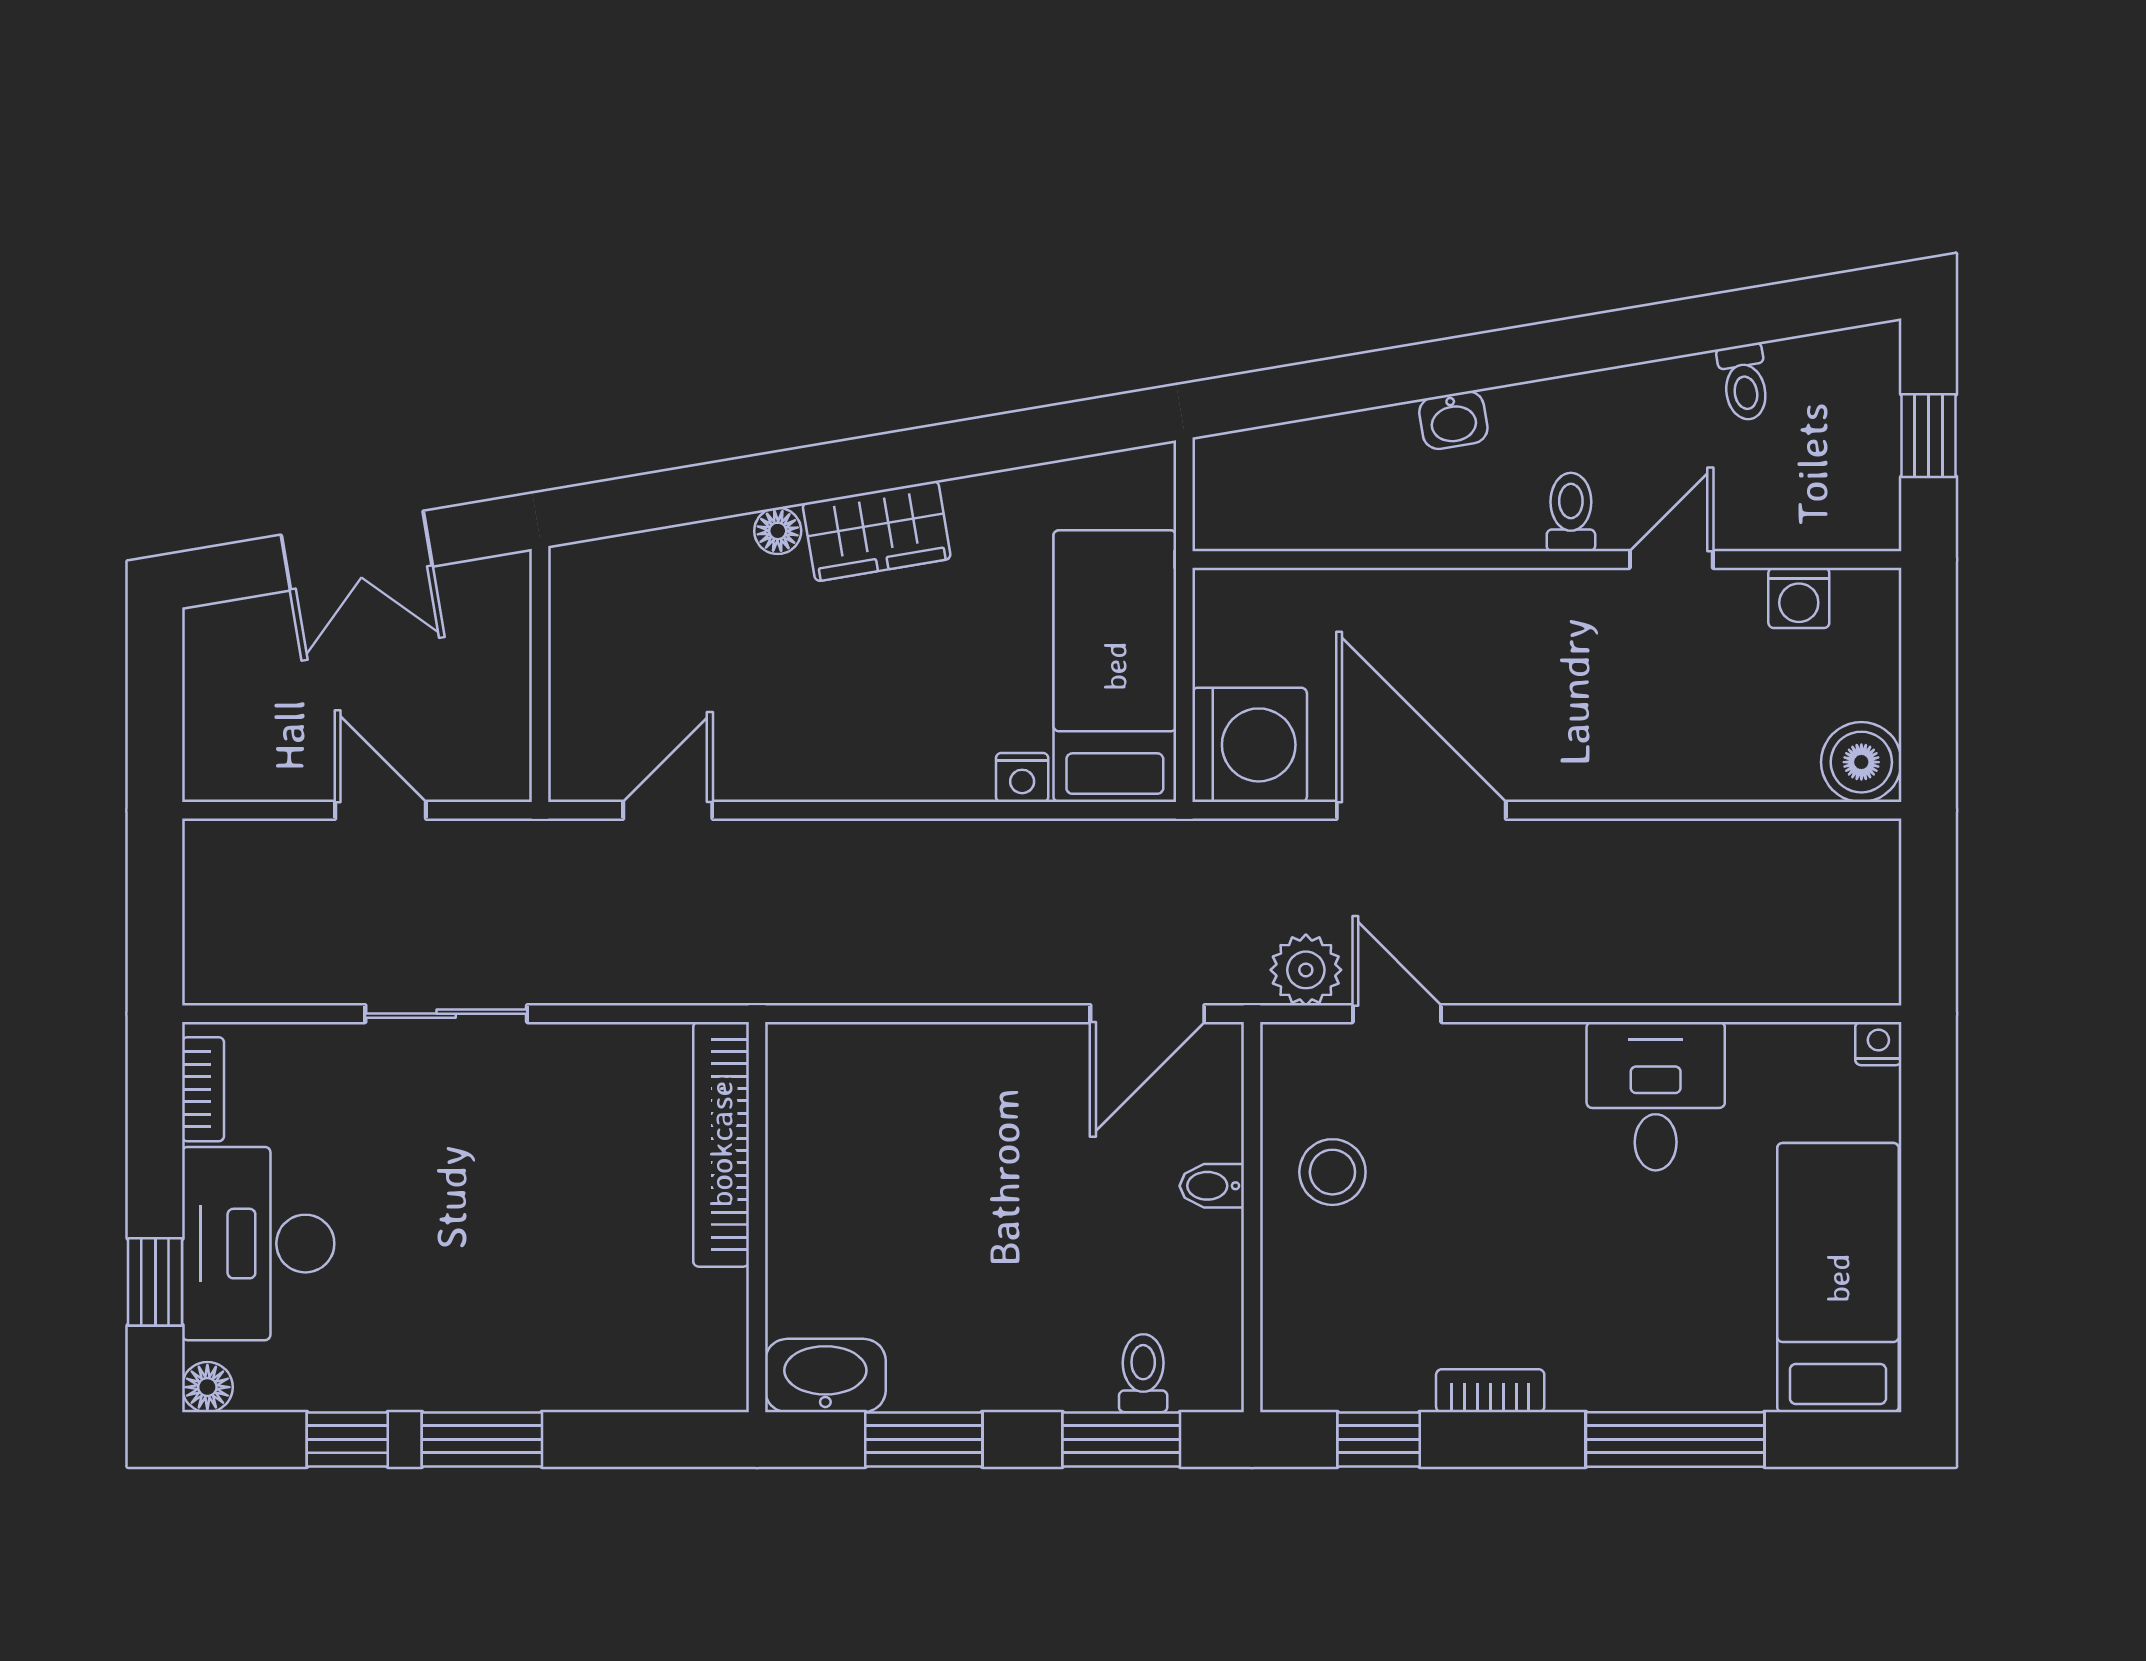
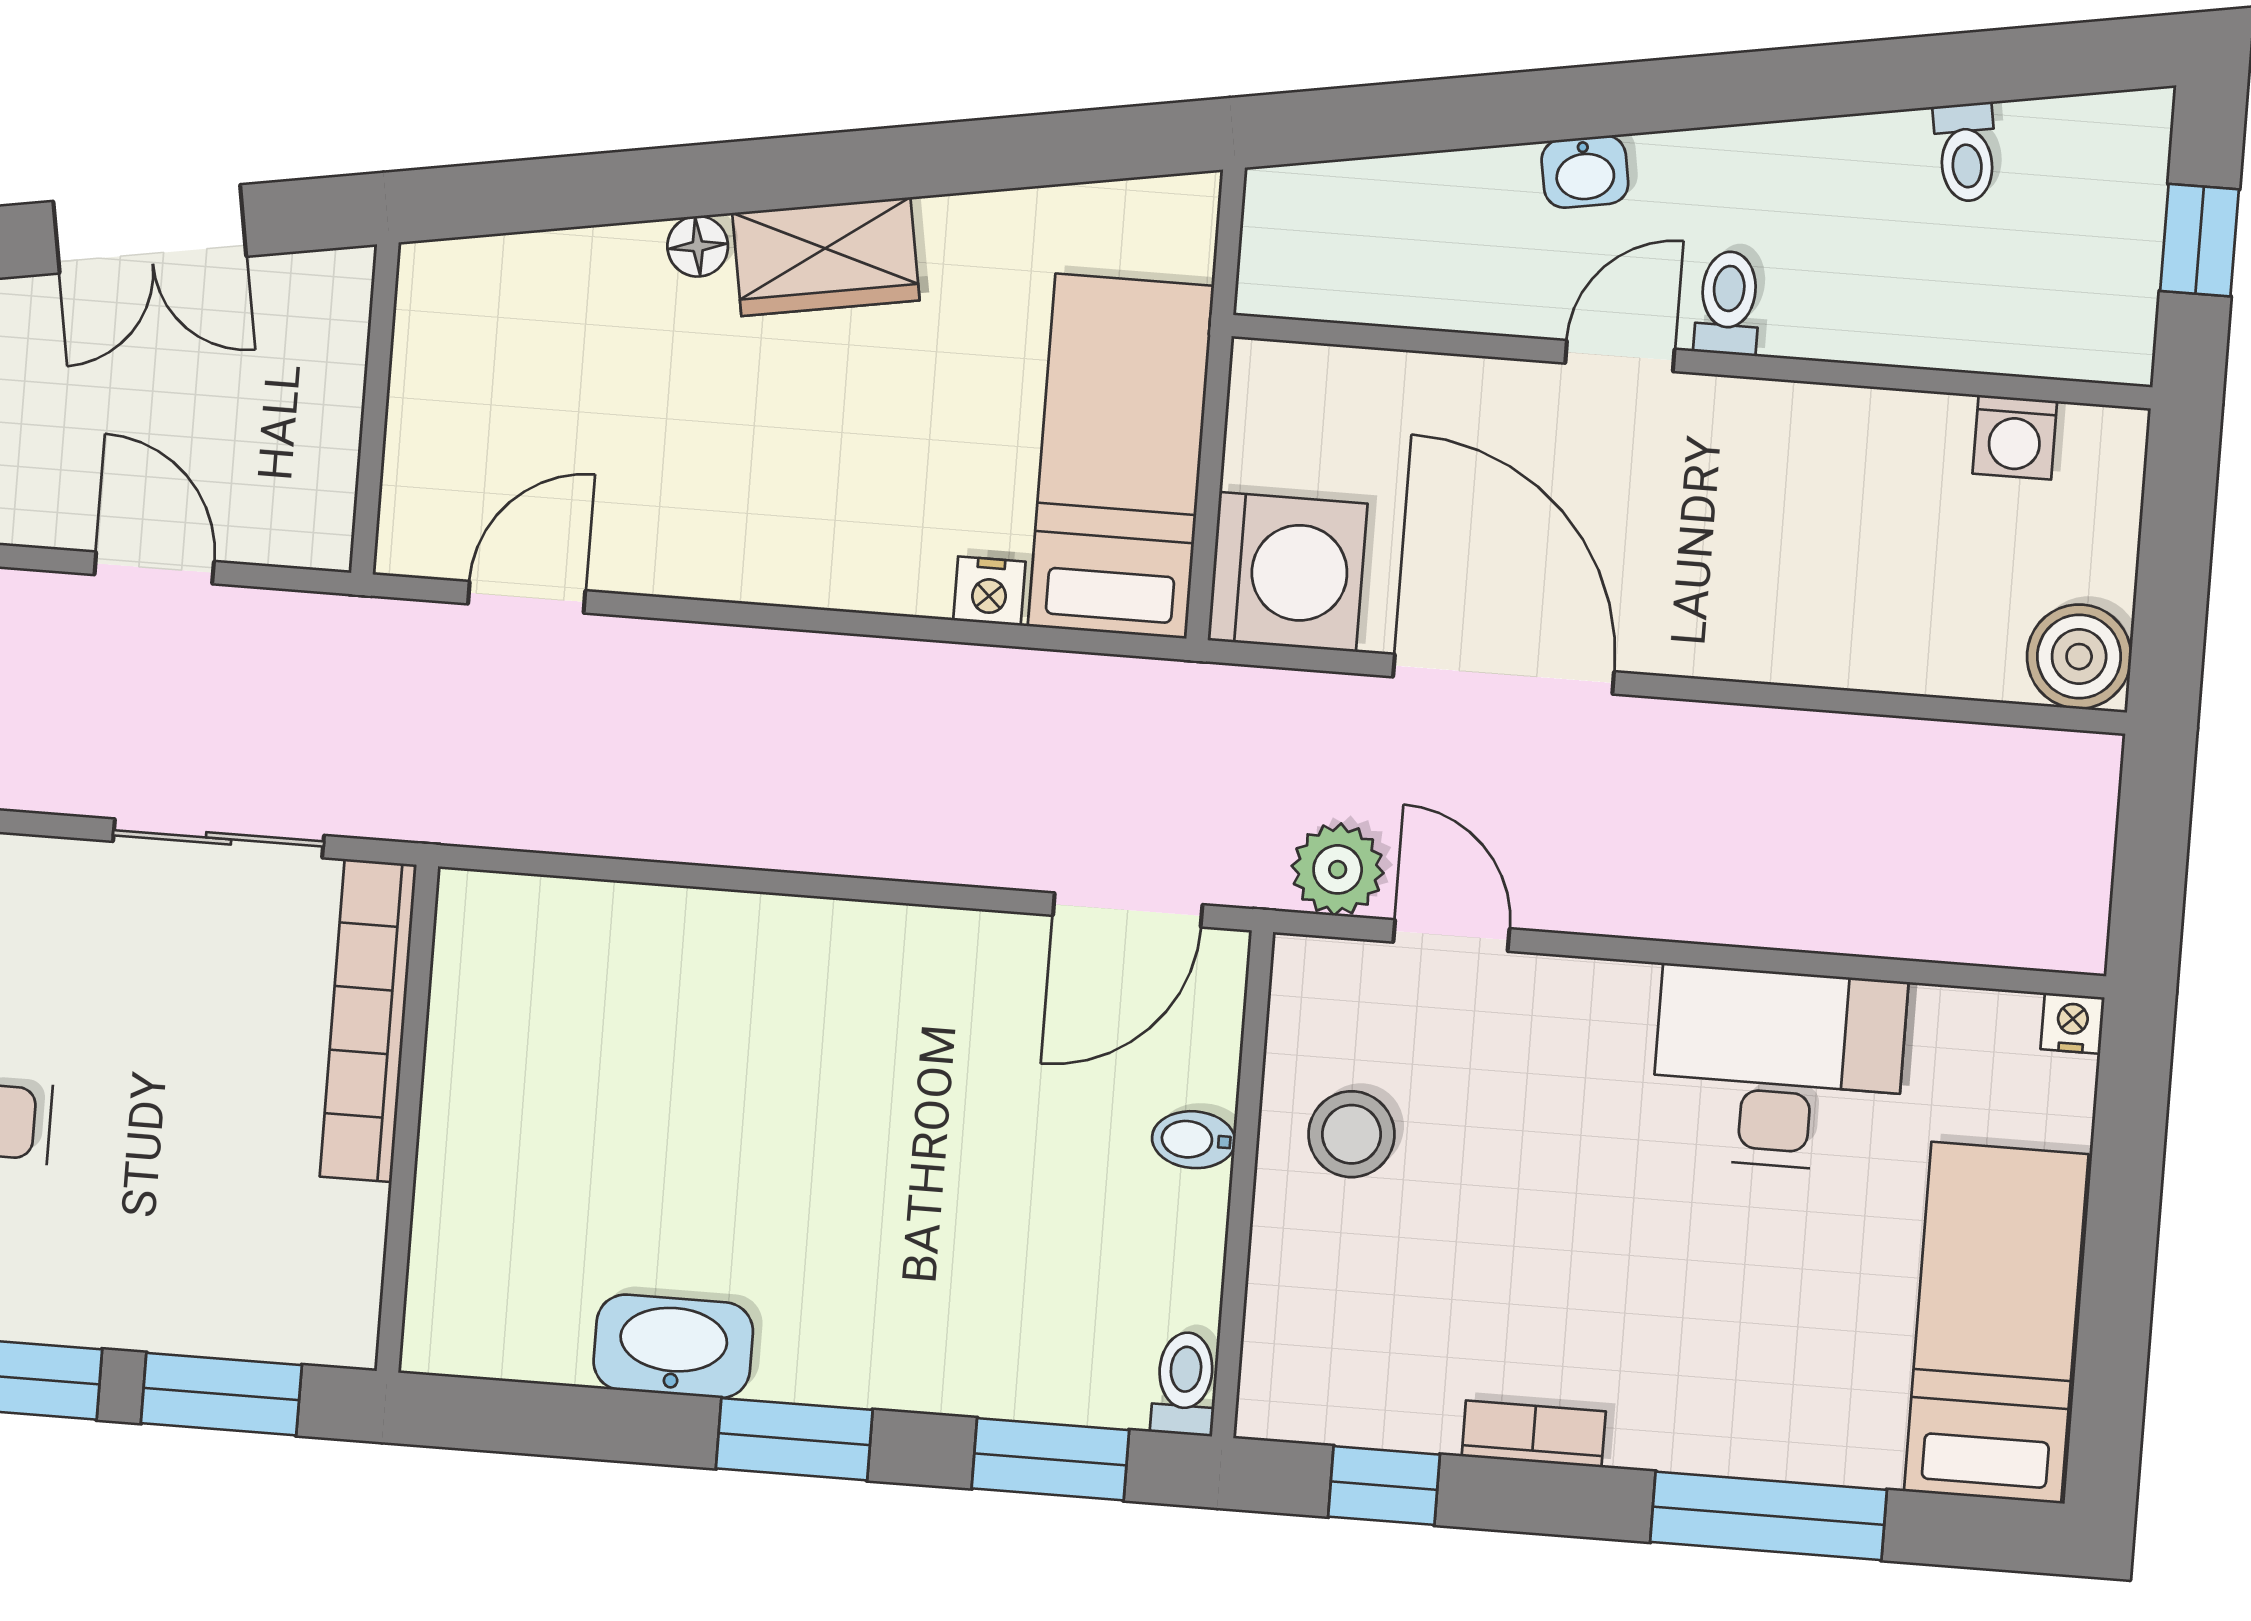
door: (1671, 559) -> (1620, 356), moved
desk: (1656, 1096) -> (1778, 1069), width x1.37
bookcase: (721, 1144) -> (368, 1021), moved
wall: (757, 1217) -> (407, 1119), moved
toilet: (1143, 1373) -> (1185, 1383), moved

